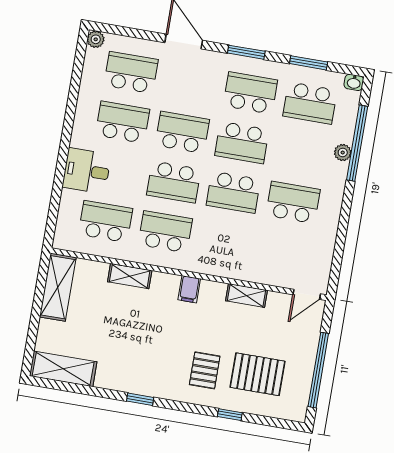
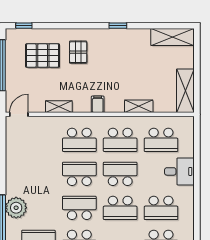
plant: (343, 153) -> (16, 208), width x1.88, depth x1.88
school desk: (293, 202) -> (79, 140), moved
window: (230, 415) -> (24, 26), moved

